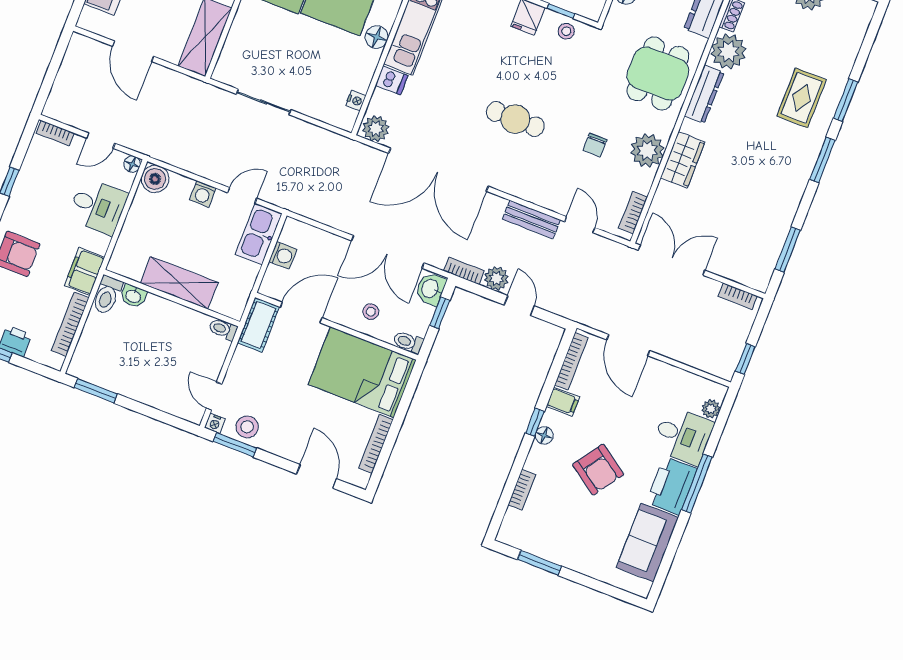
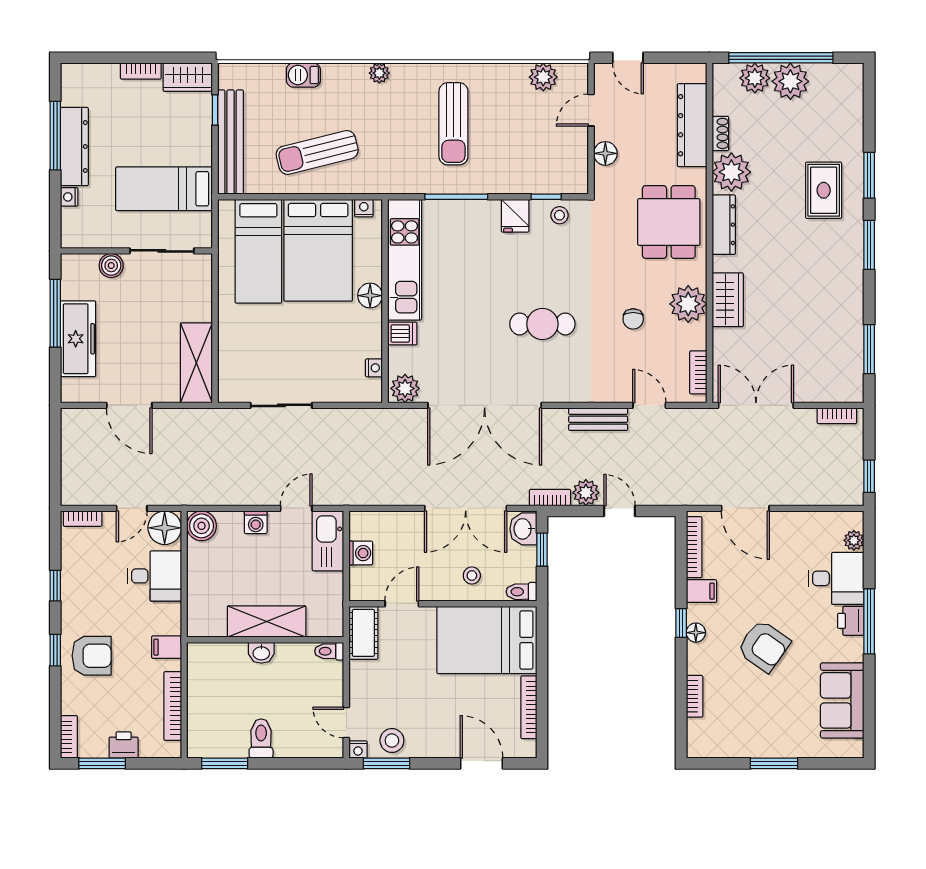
floor lamp: (132, 164) -> (165, 528), width x1.89, depth x1.89
filing cabinet: (85, 271) -> (167, 647), width x0.50
toilet: (107, 295) -> (261, 739), moved, turned 180
washbasin: (133, 296) -> (261, 653), moved
door: (301, 313) -> (402, 604), width x0.73
printer: (672, 486) -> (851, 621), width x0.53, depth x0.68
window: (539, 563) -> (774, 763), moved

